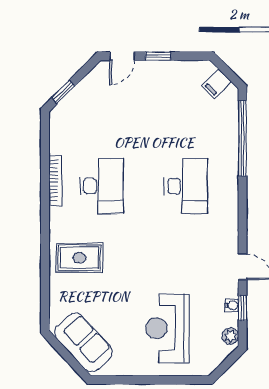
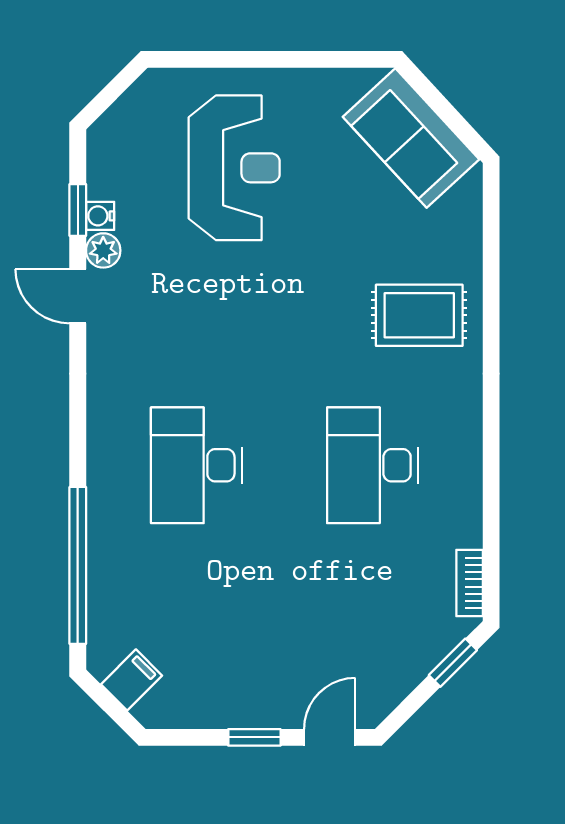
bookcase: (55, 180) -> (470, 583), moved, width x0.64
plant: (230, 336) -> (103, 250), moved

